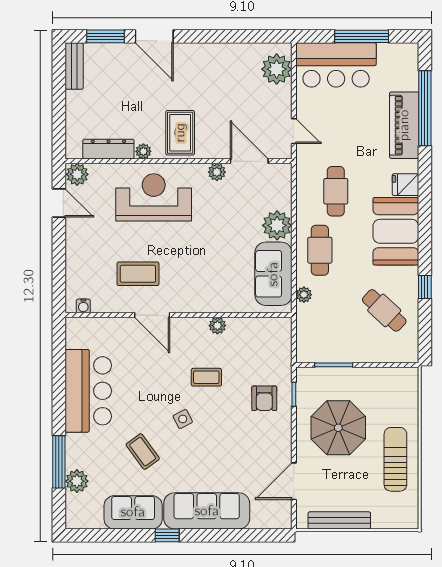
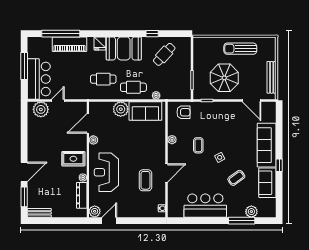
door: (294, 131) -> (58, 101), moved
armchair: (264, 398) -> (183, 112), moved

